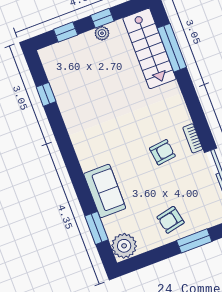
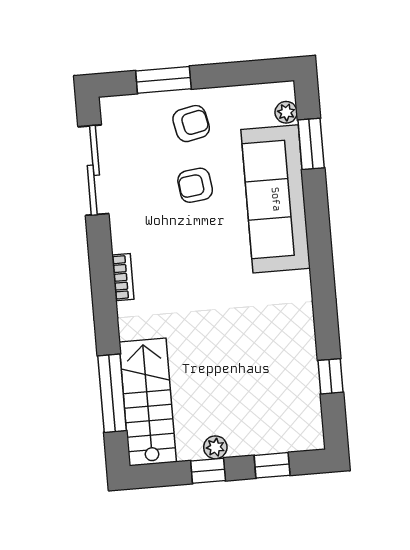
bookcase: (193, 138) -> (123, 277), moved
armchair: (162, 152) -> (195, 185), moved
sofa: (105, 191) -> (276, 199), width x1.85, depth x1.27
plant: (124, 246) -> (286, 112), width x0.53, depth x0.53

